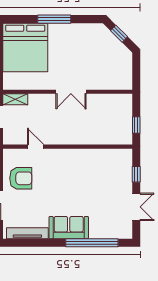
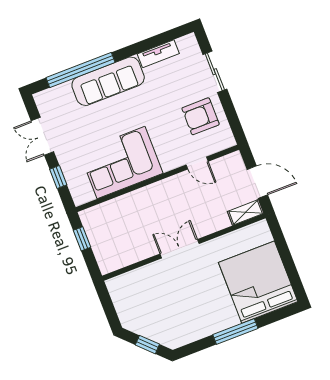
corner sofa: (89, 167) -> (121, 163), added
sofa: (69, 228) -> (108, 81), width x1.36
tv unit: (27, 233) -> (158, 54), width x0.71

